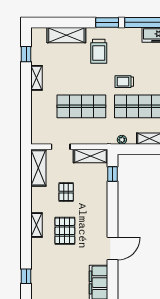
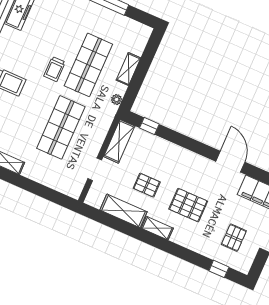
shelving: (38, 168) -> (123, 211), moved
shelving: (37, 225) -> (157, 228), moved
pallet: (55, 277) -> (234, 238), added

